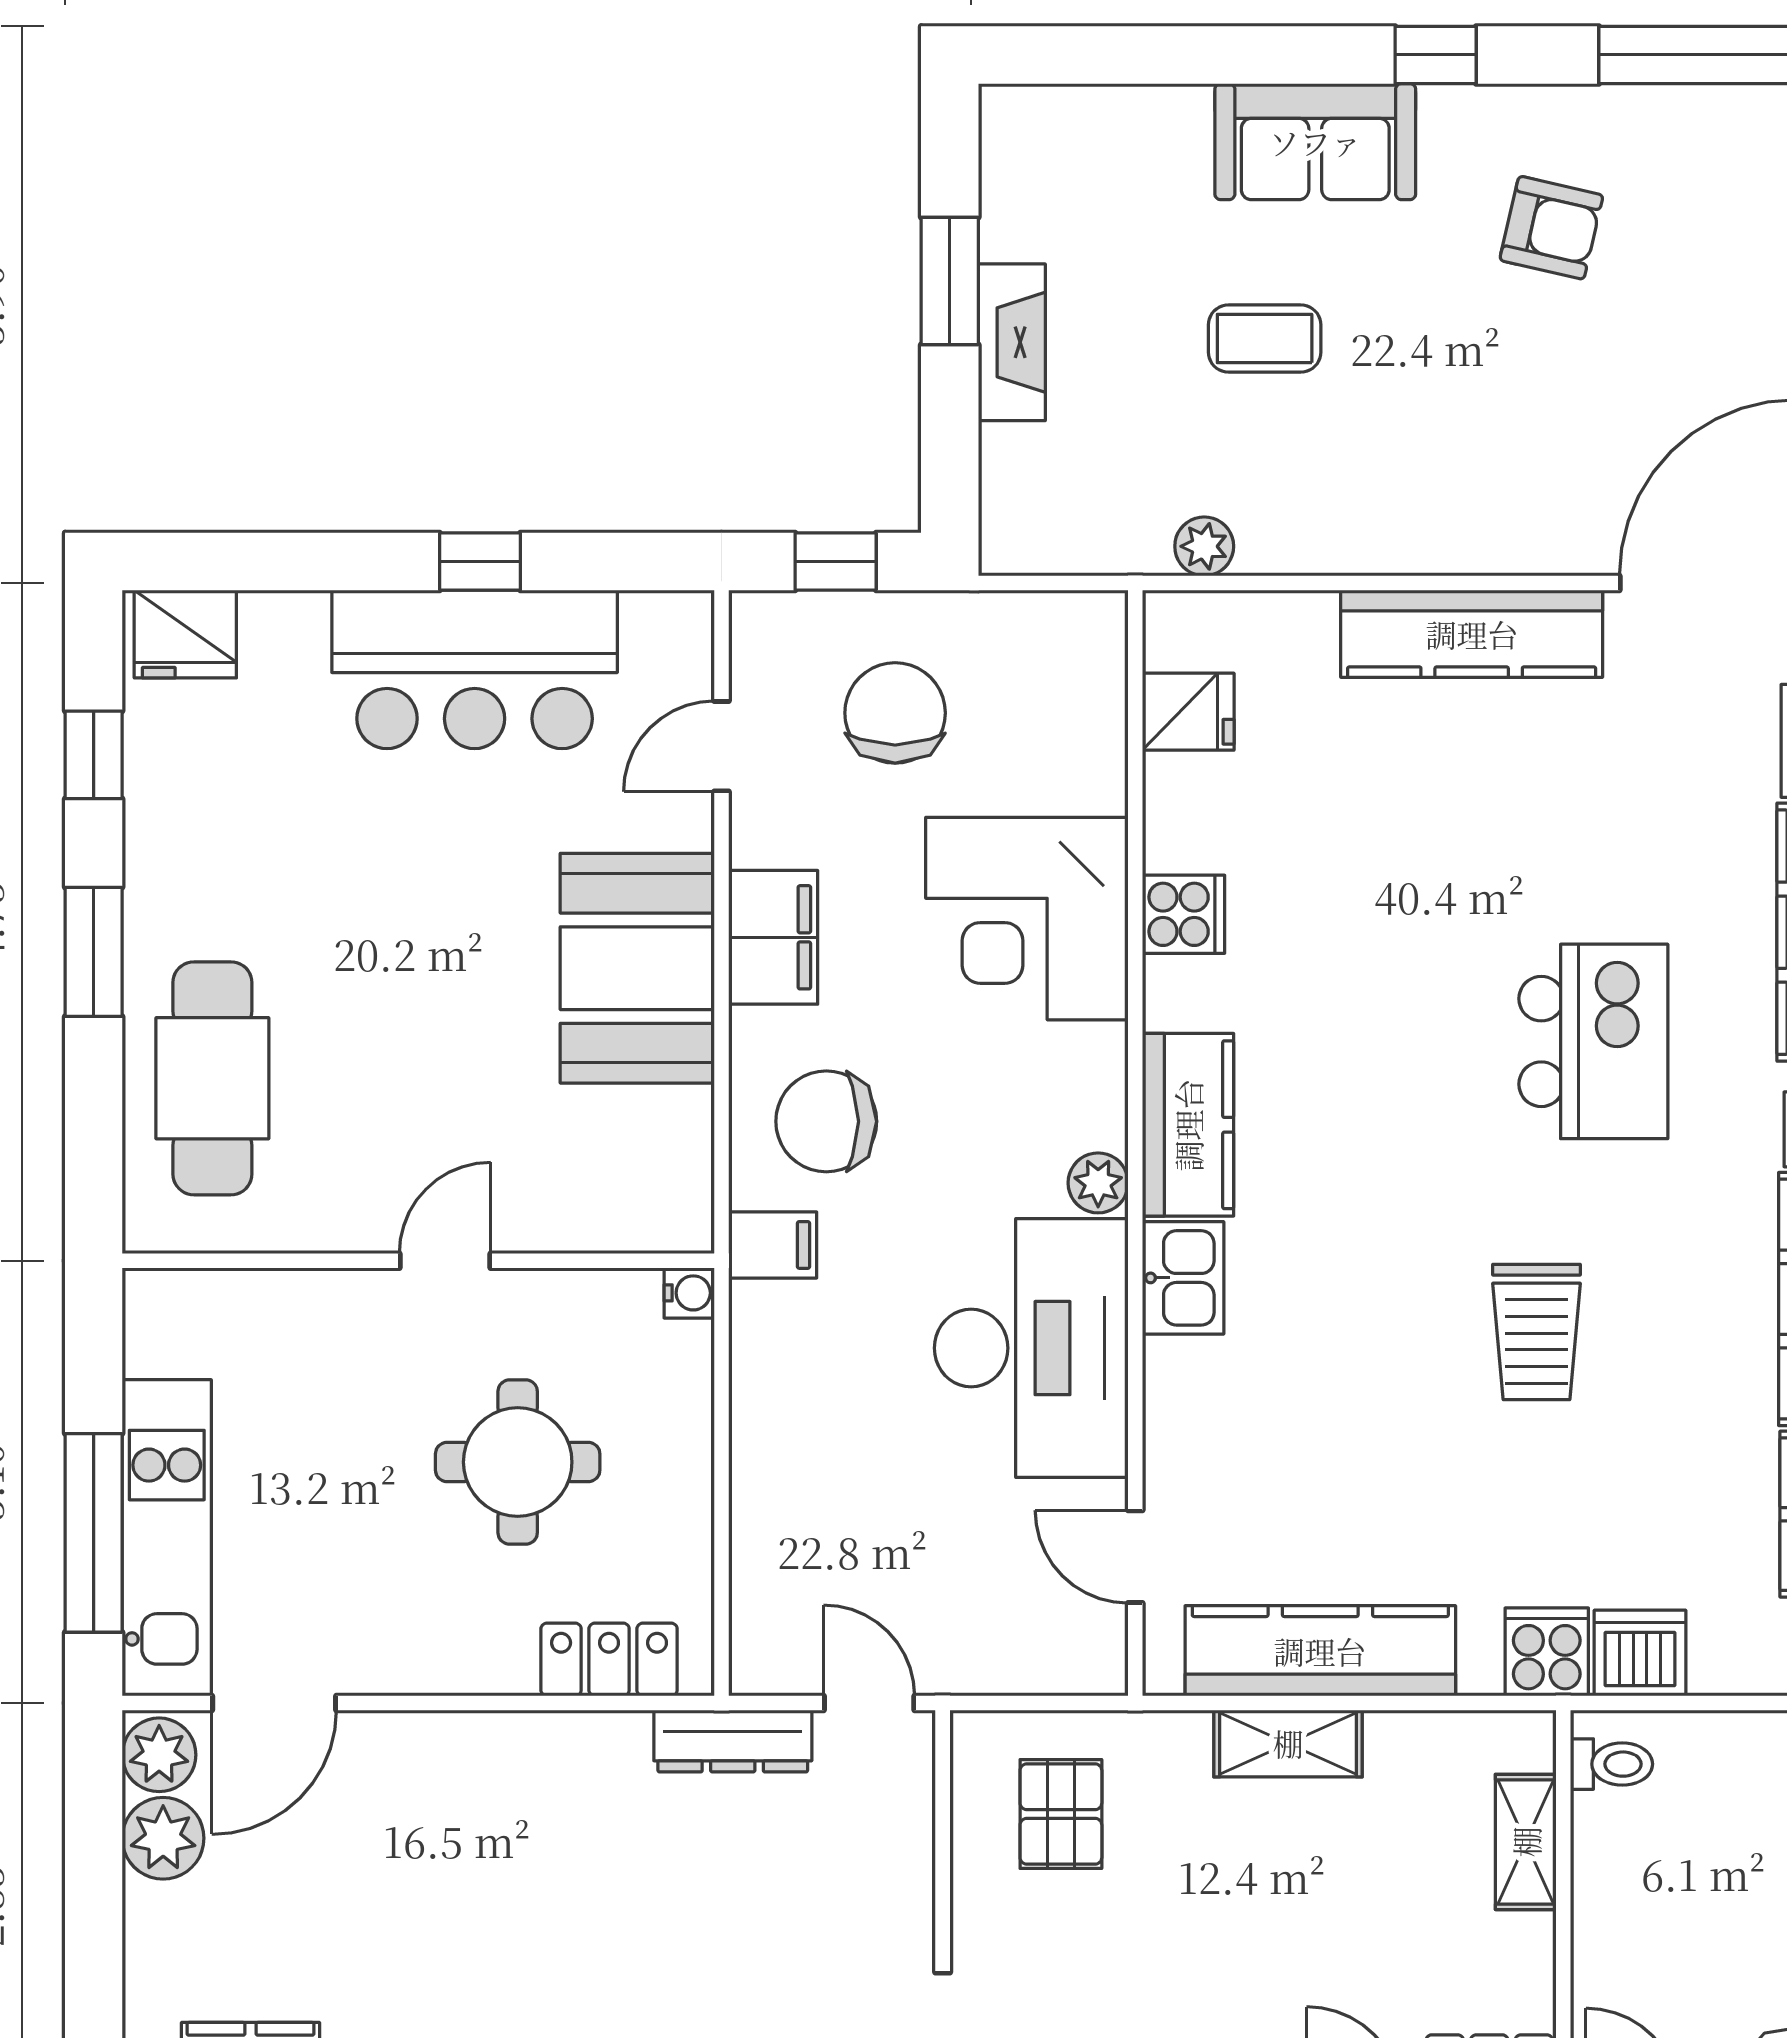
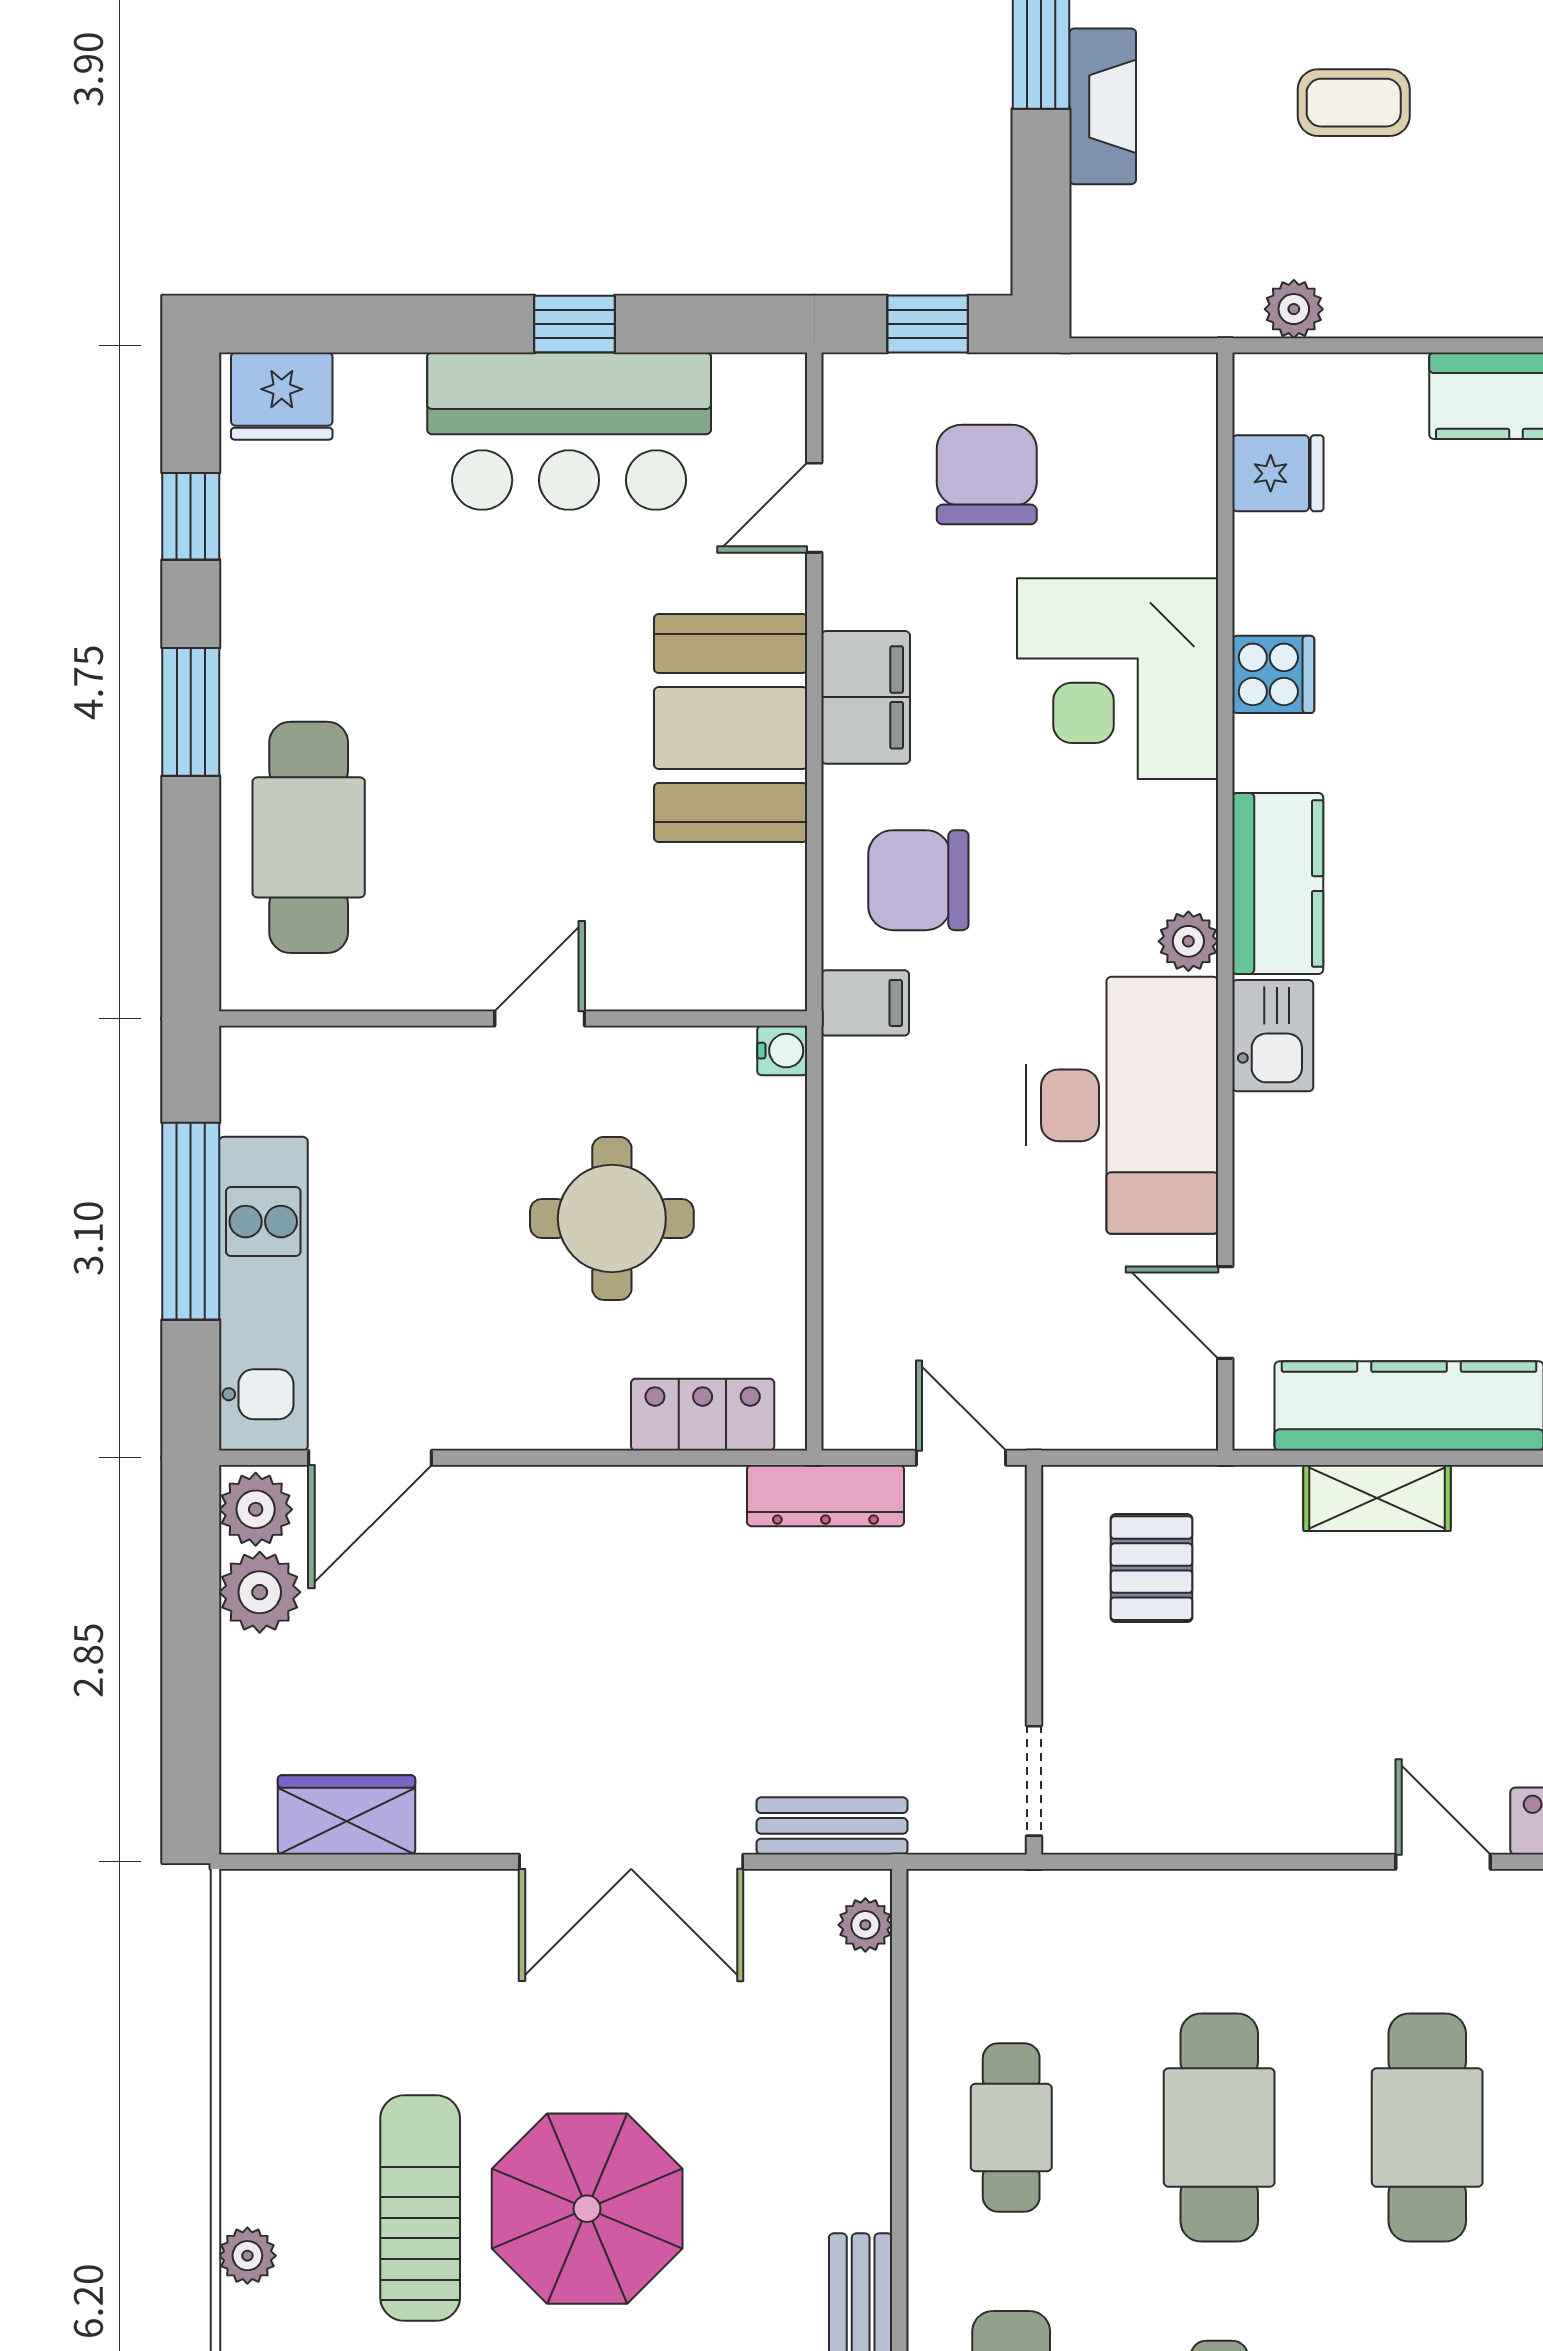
window: (94, 1533) -> (191, 1221), moved

